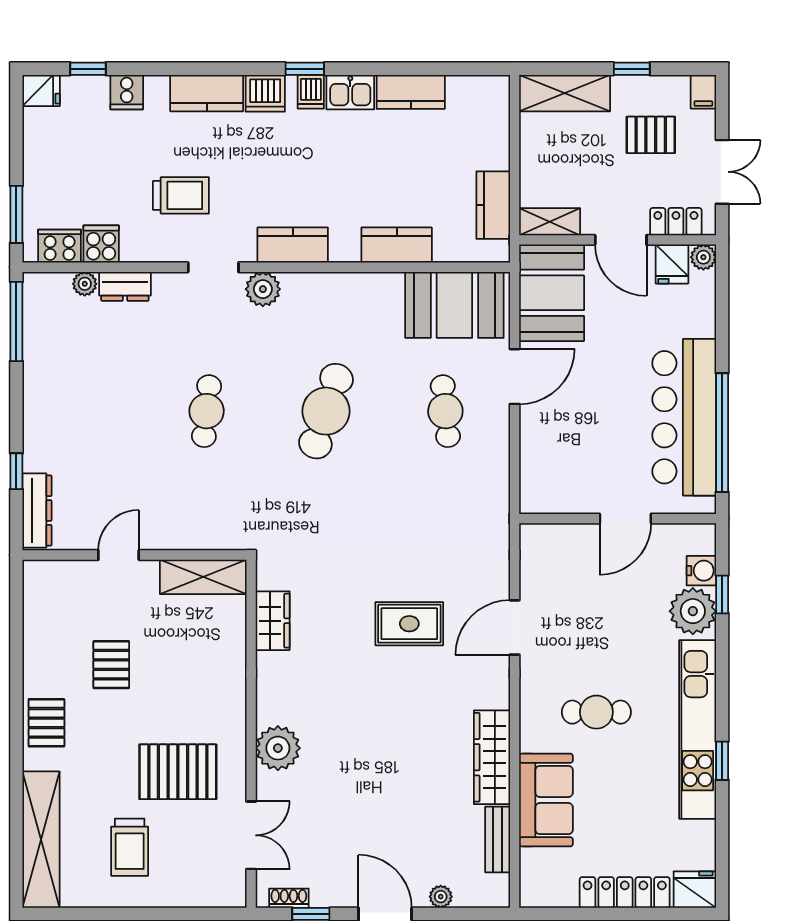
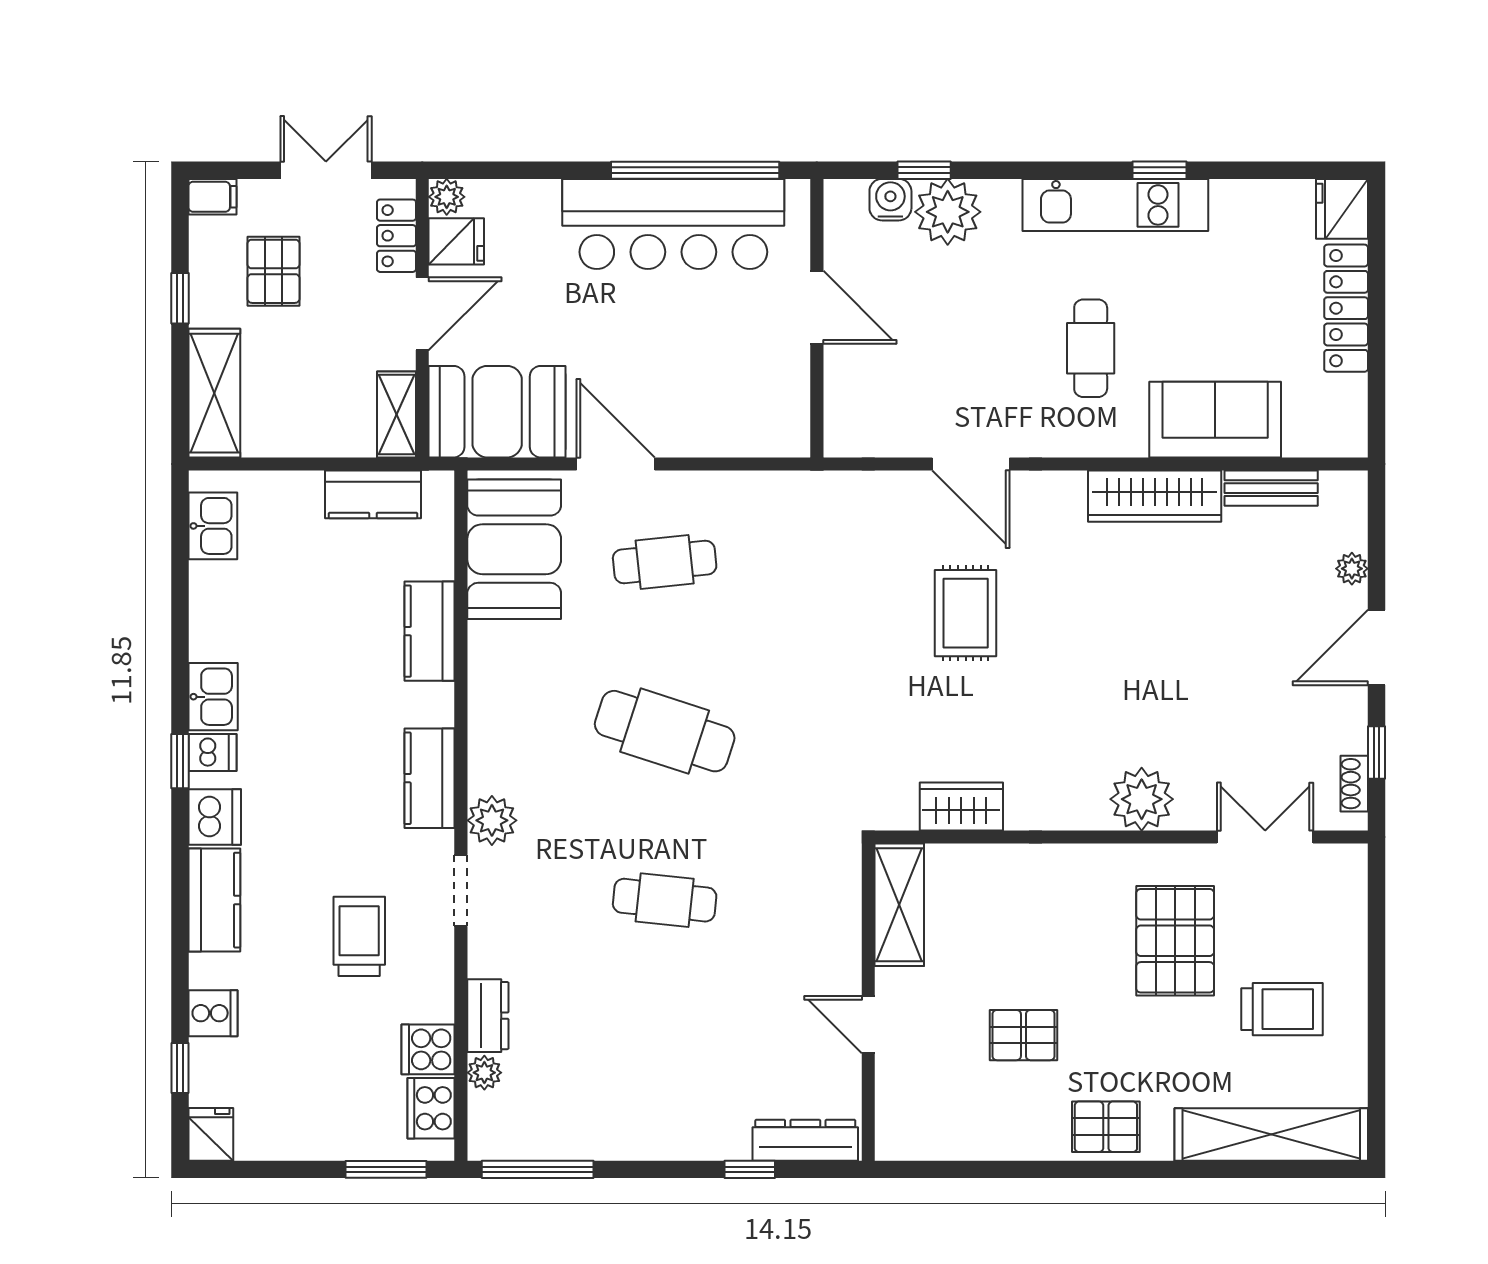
kitchen counter: (411, 92) -> (213, 611), removed
kitchen sink: (471, 92) -> (213, 526), added
kitchen unit: (698, 729) -> (1115, 205), width x0.73

